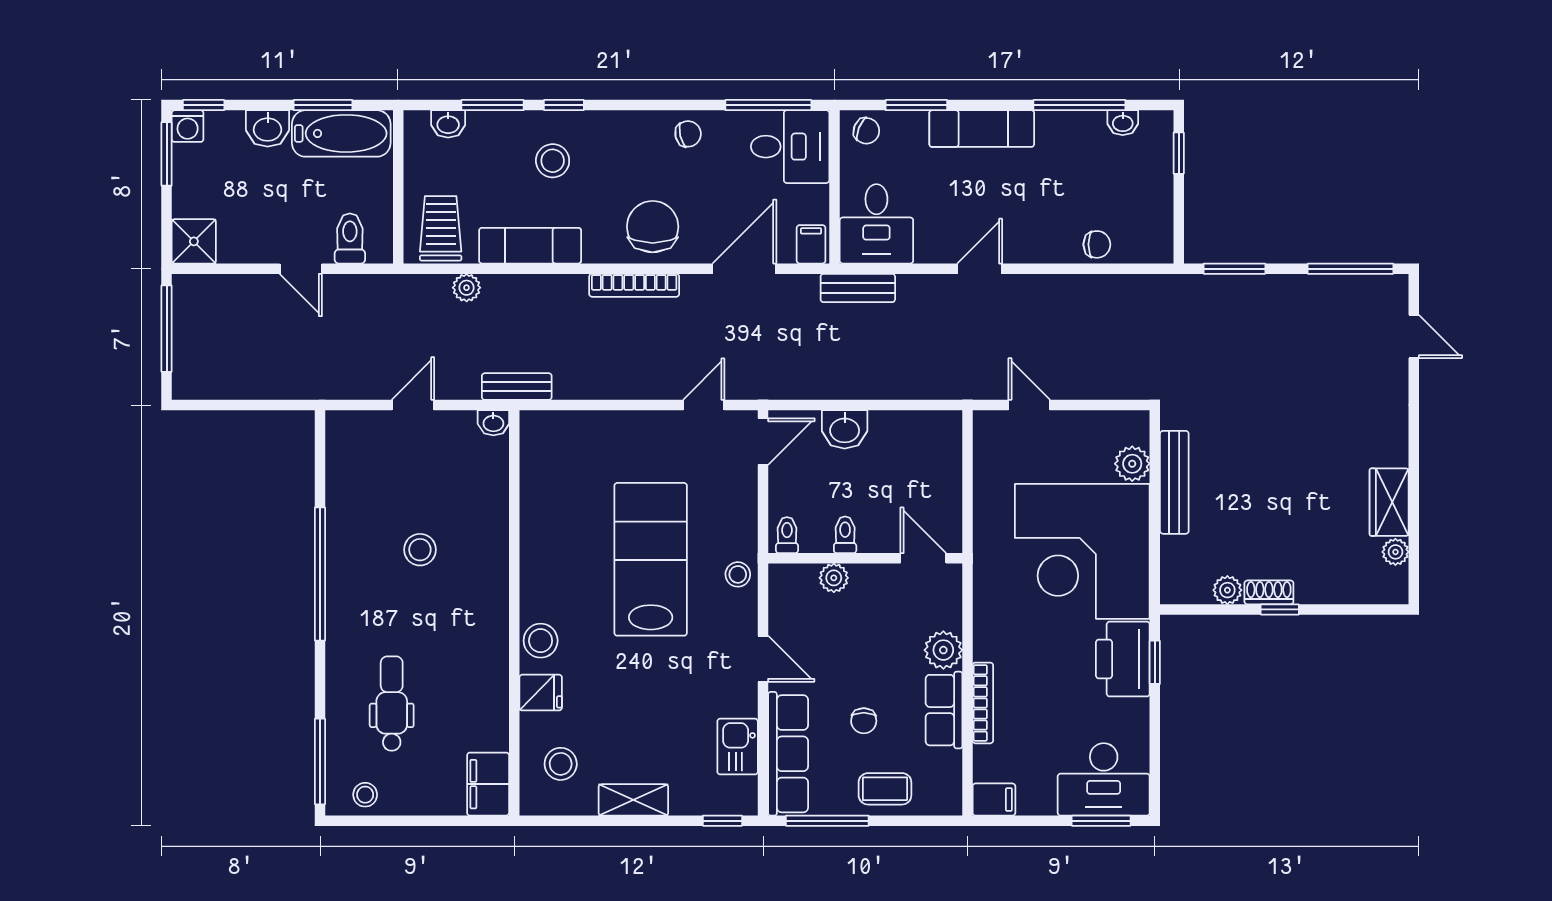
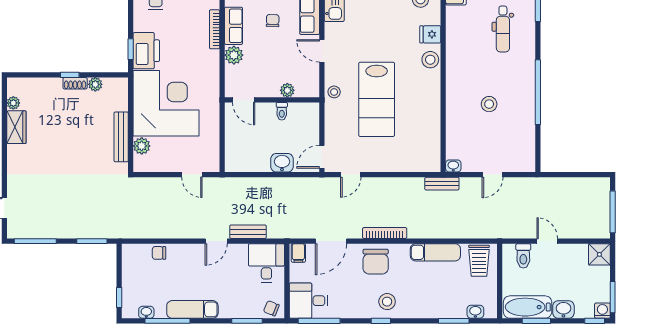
window: (564, 105) -> (381, 321), moved
exam couch: (982, 129) -> (192, 309), moved
chair: (688, 134) -> (358, 307), removed
stool: (553, 161) -> (387, 302), moved
plant: (467, 288) -> (466, 232), removed
bench: (858, 288) -> (248, 232), moved
toilet: (787, 535) -> (310, 111), removed

